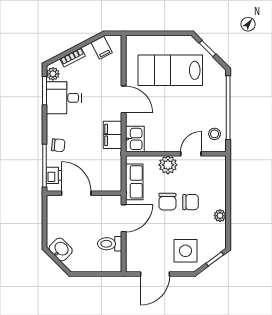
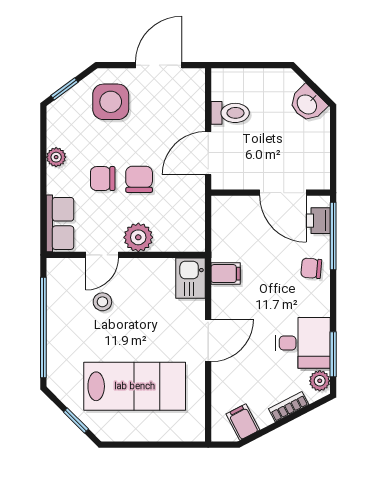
door: (124, 99) -> (208, 340), swing flipped
stool: (215, 134) -> (102, 302), moved
filing cabinet: (113, 135) -> (226, 274), width x0.50
row of seats: (134, 182) -> (60, 223), moved, turned 180

